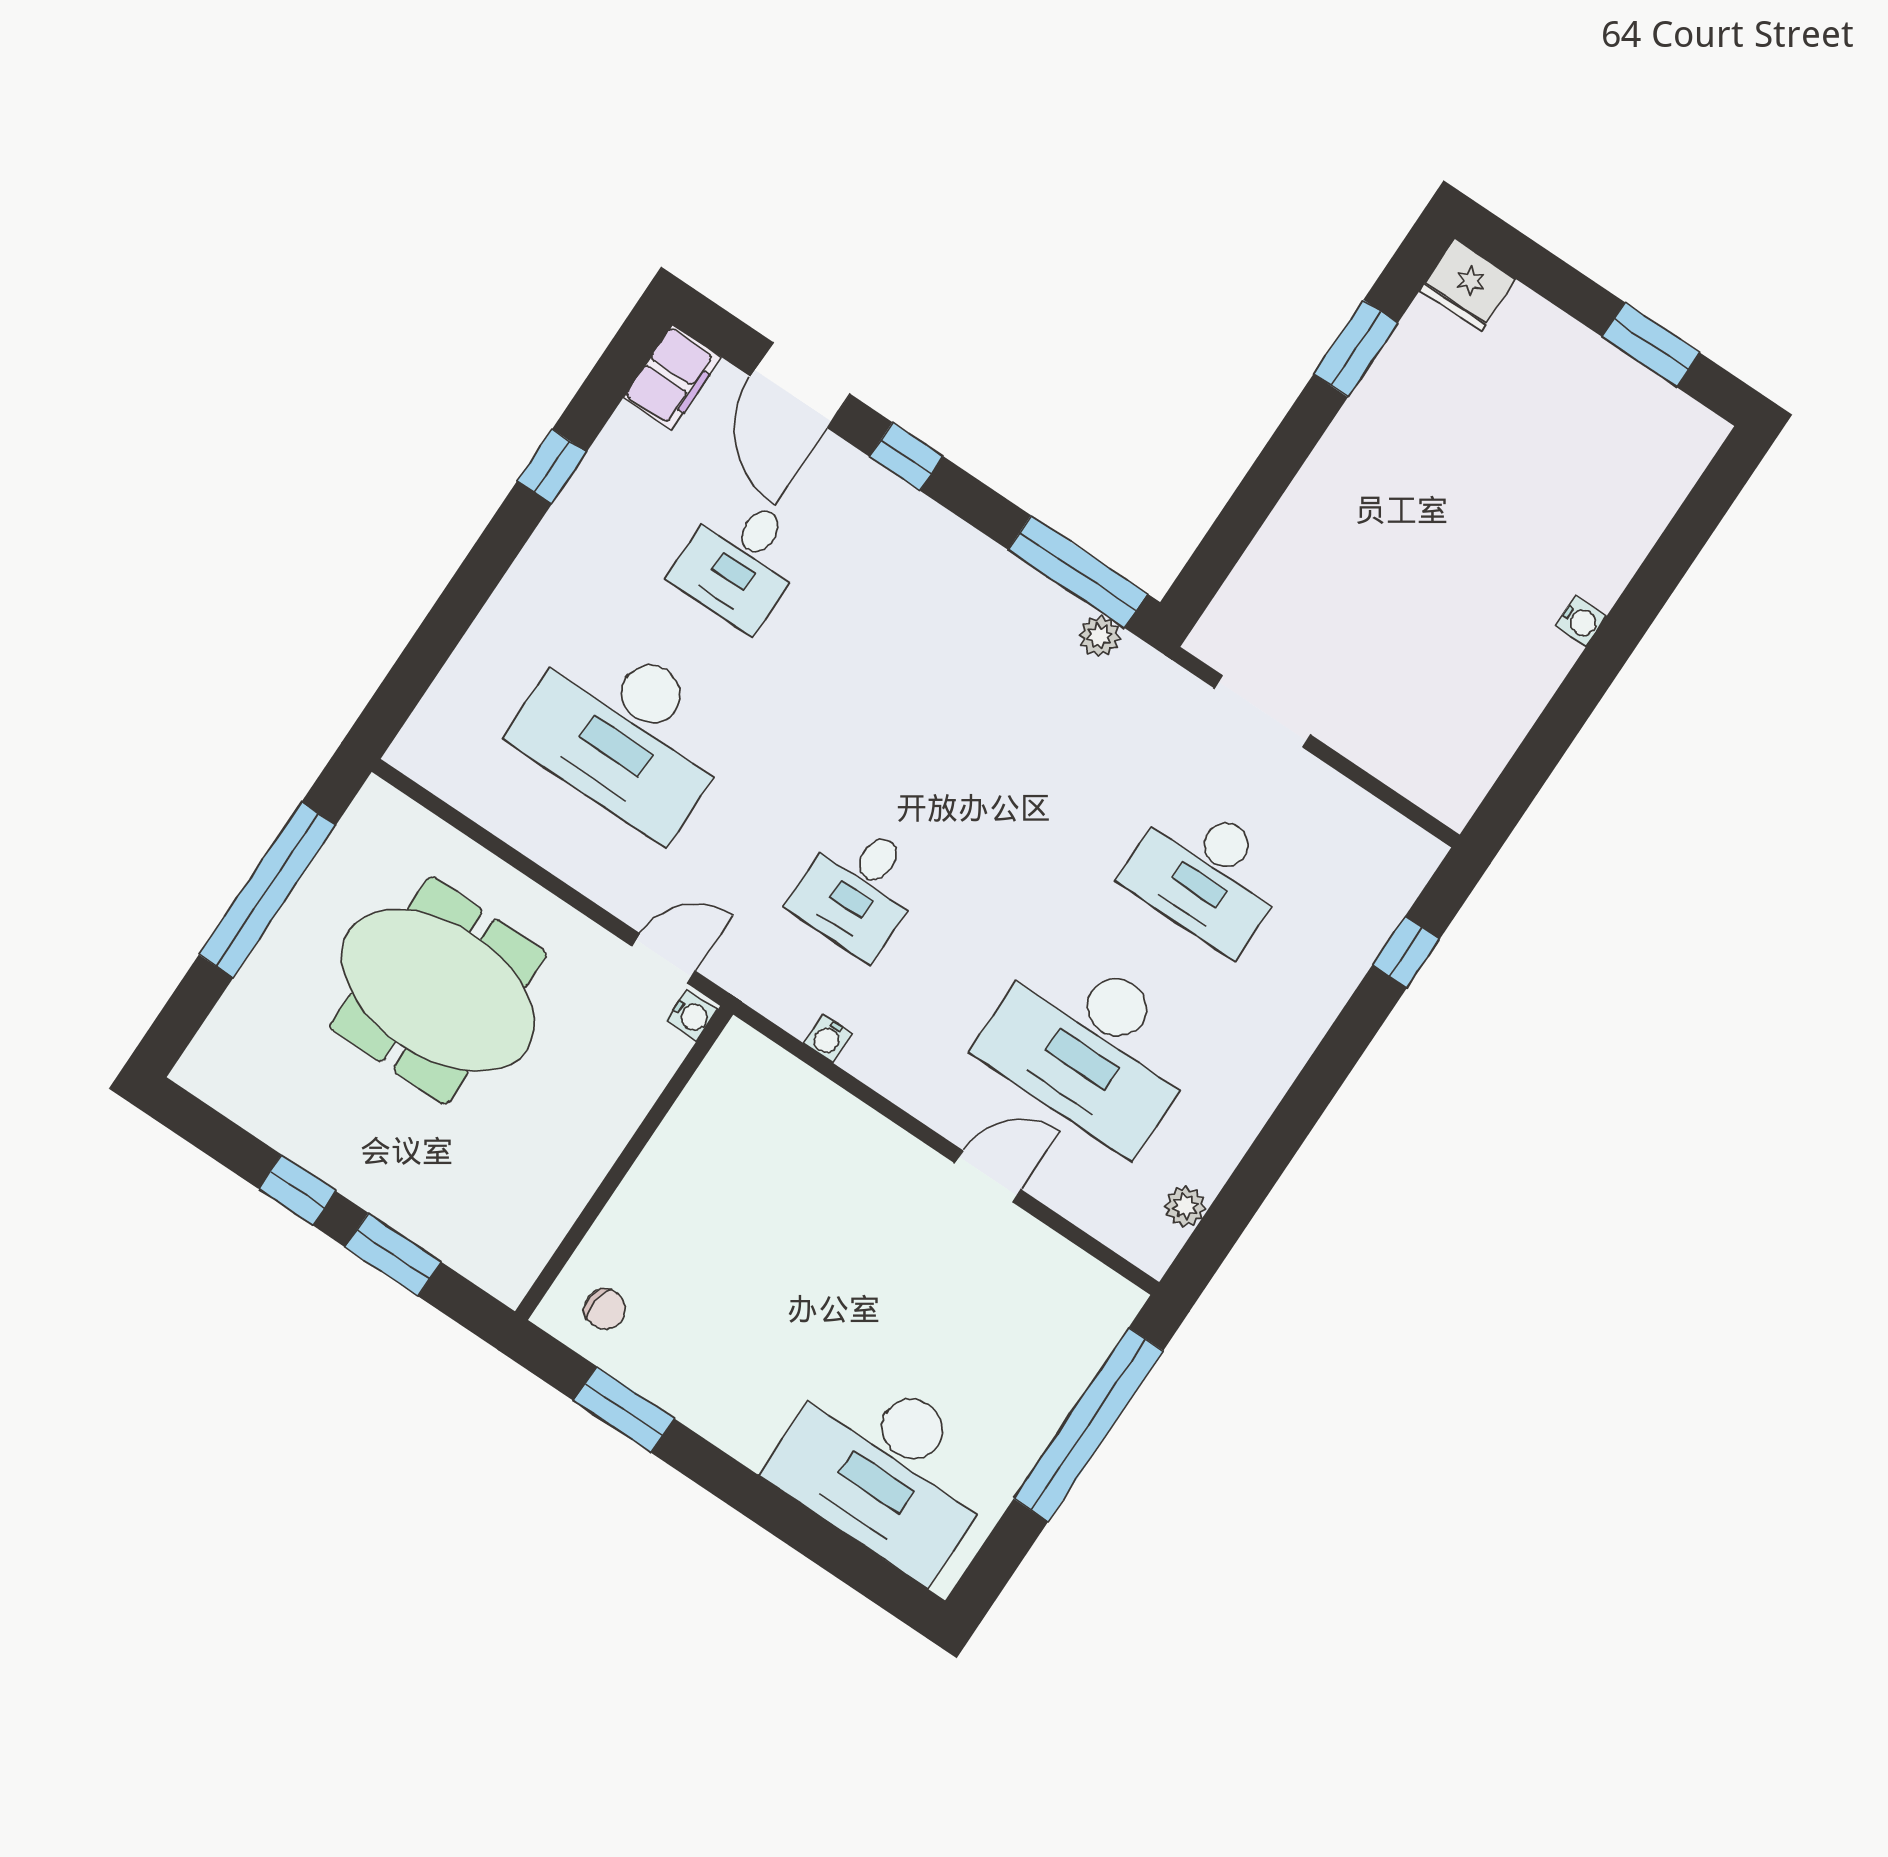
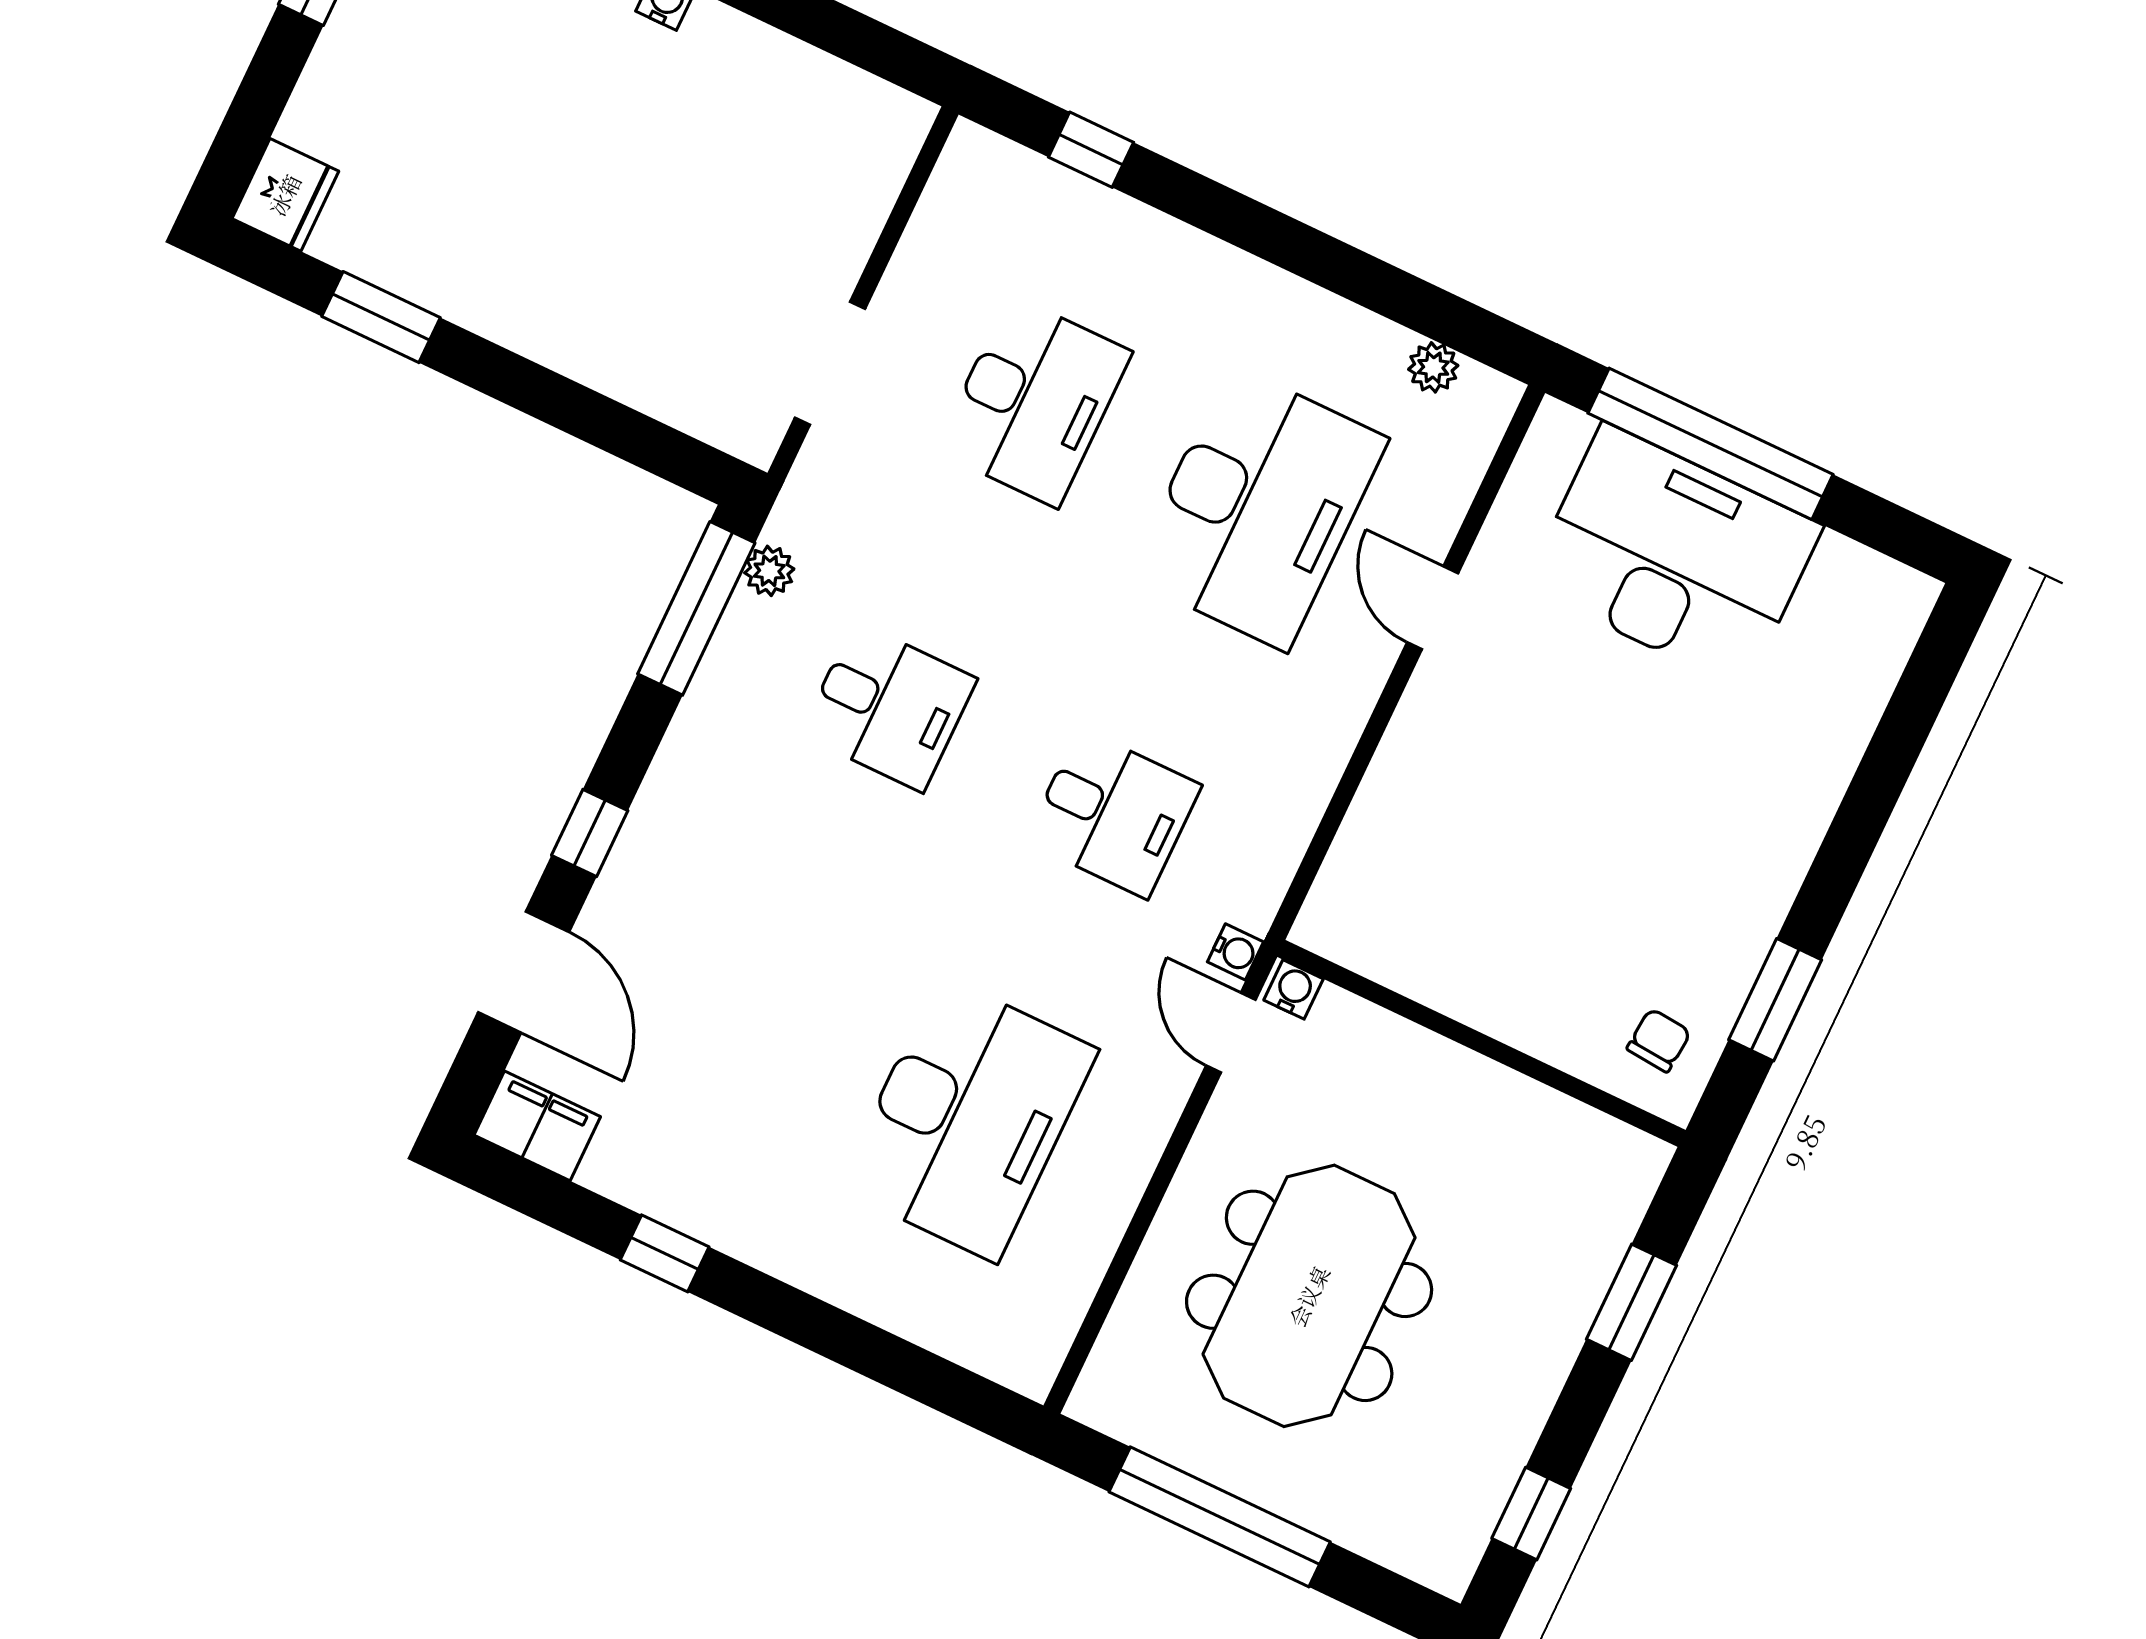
door: (800, 385) -> (524, 972), hinge flipped
desk: (740, 561) -> (889, 707), moved
water cooler: (828, 1038) -> (1235, 952), moved
window: (297, 1190) -> (1531, 1514), moved
desk: (886, 1468) -> (1674, 556), moved, turned -90

